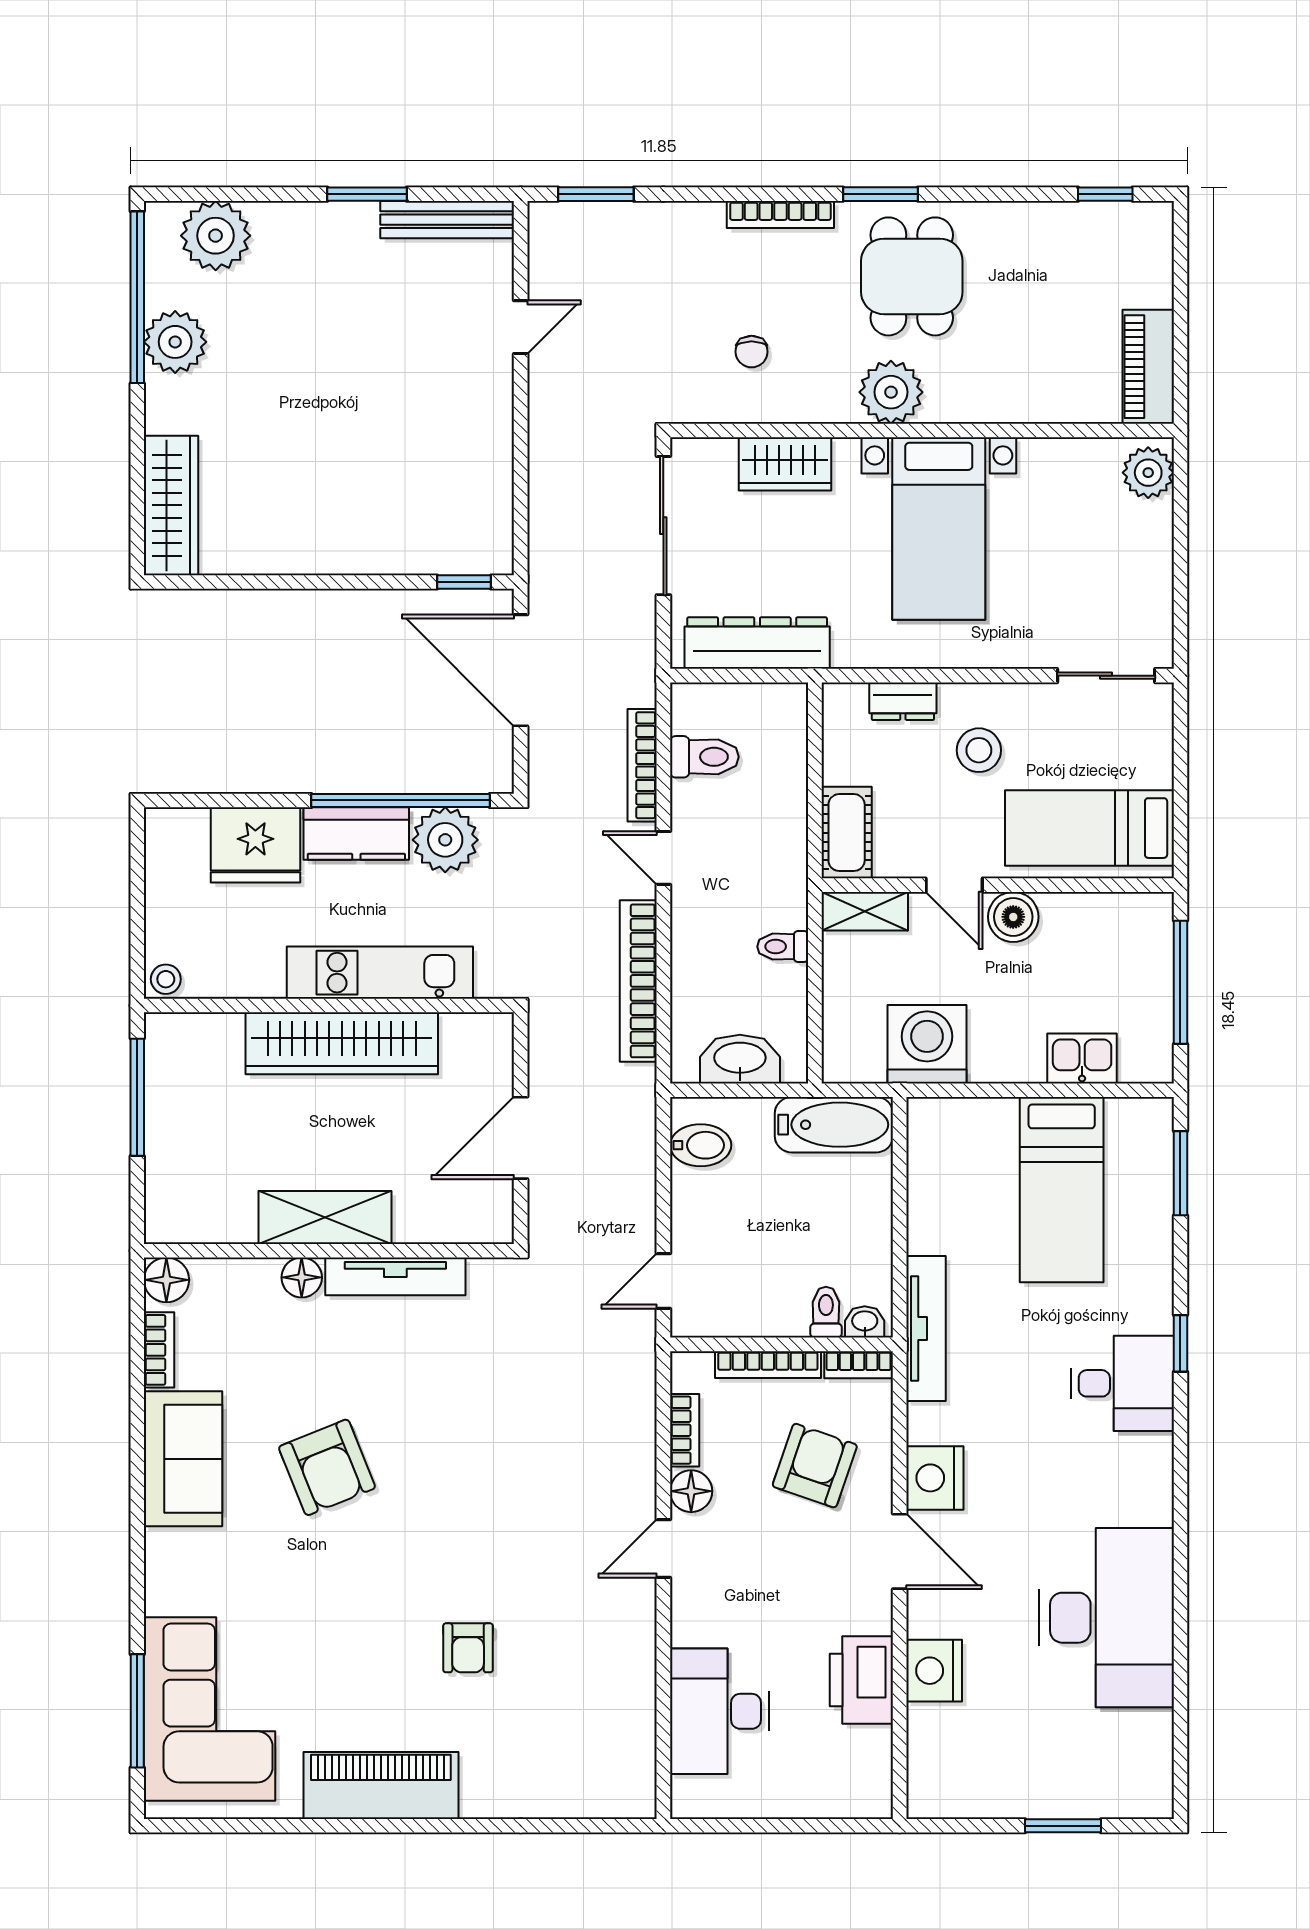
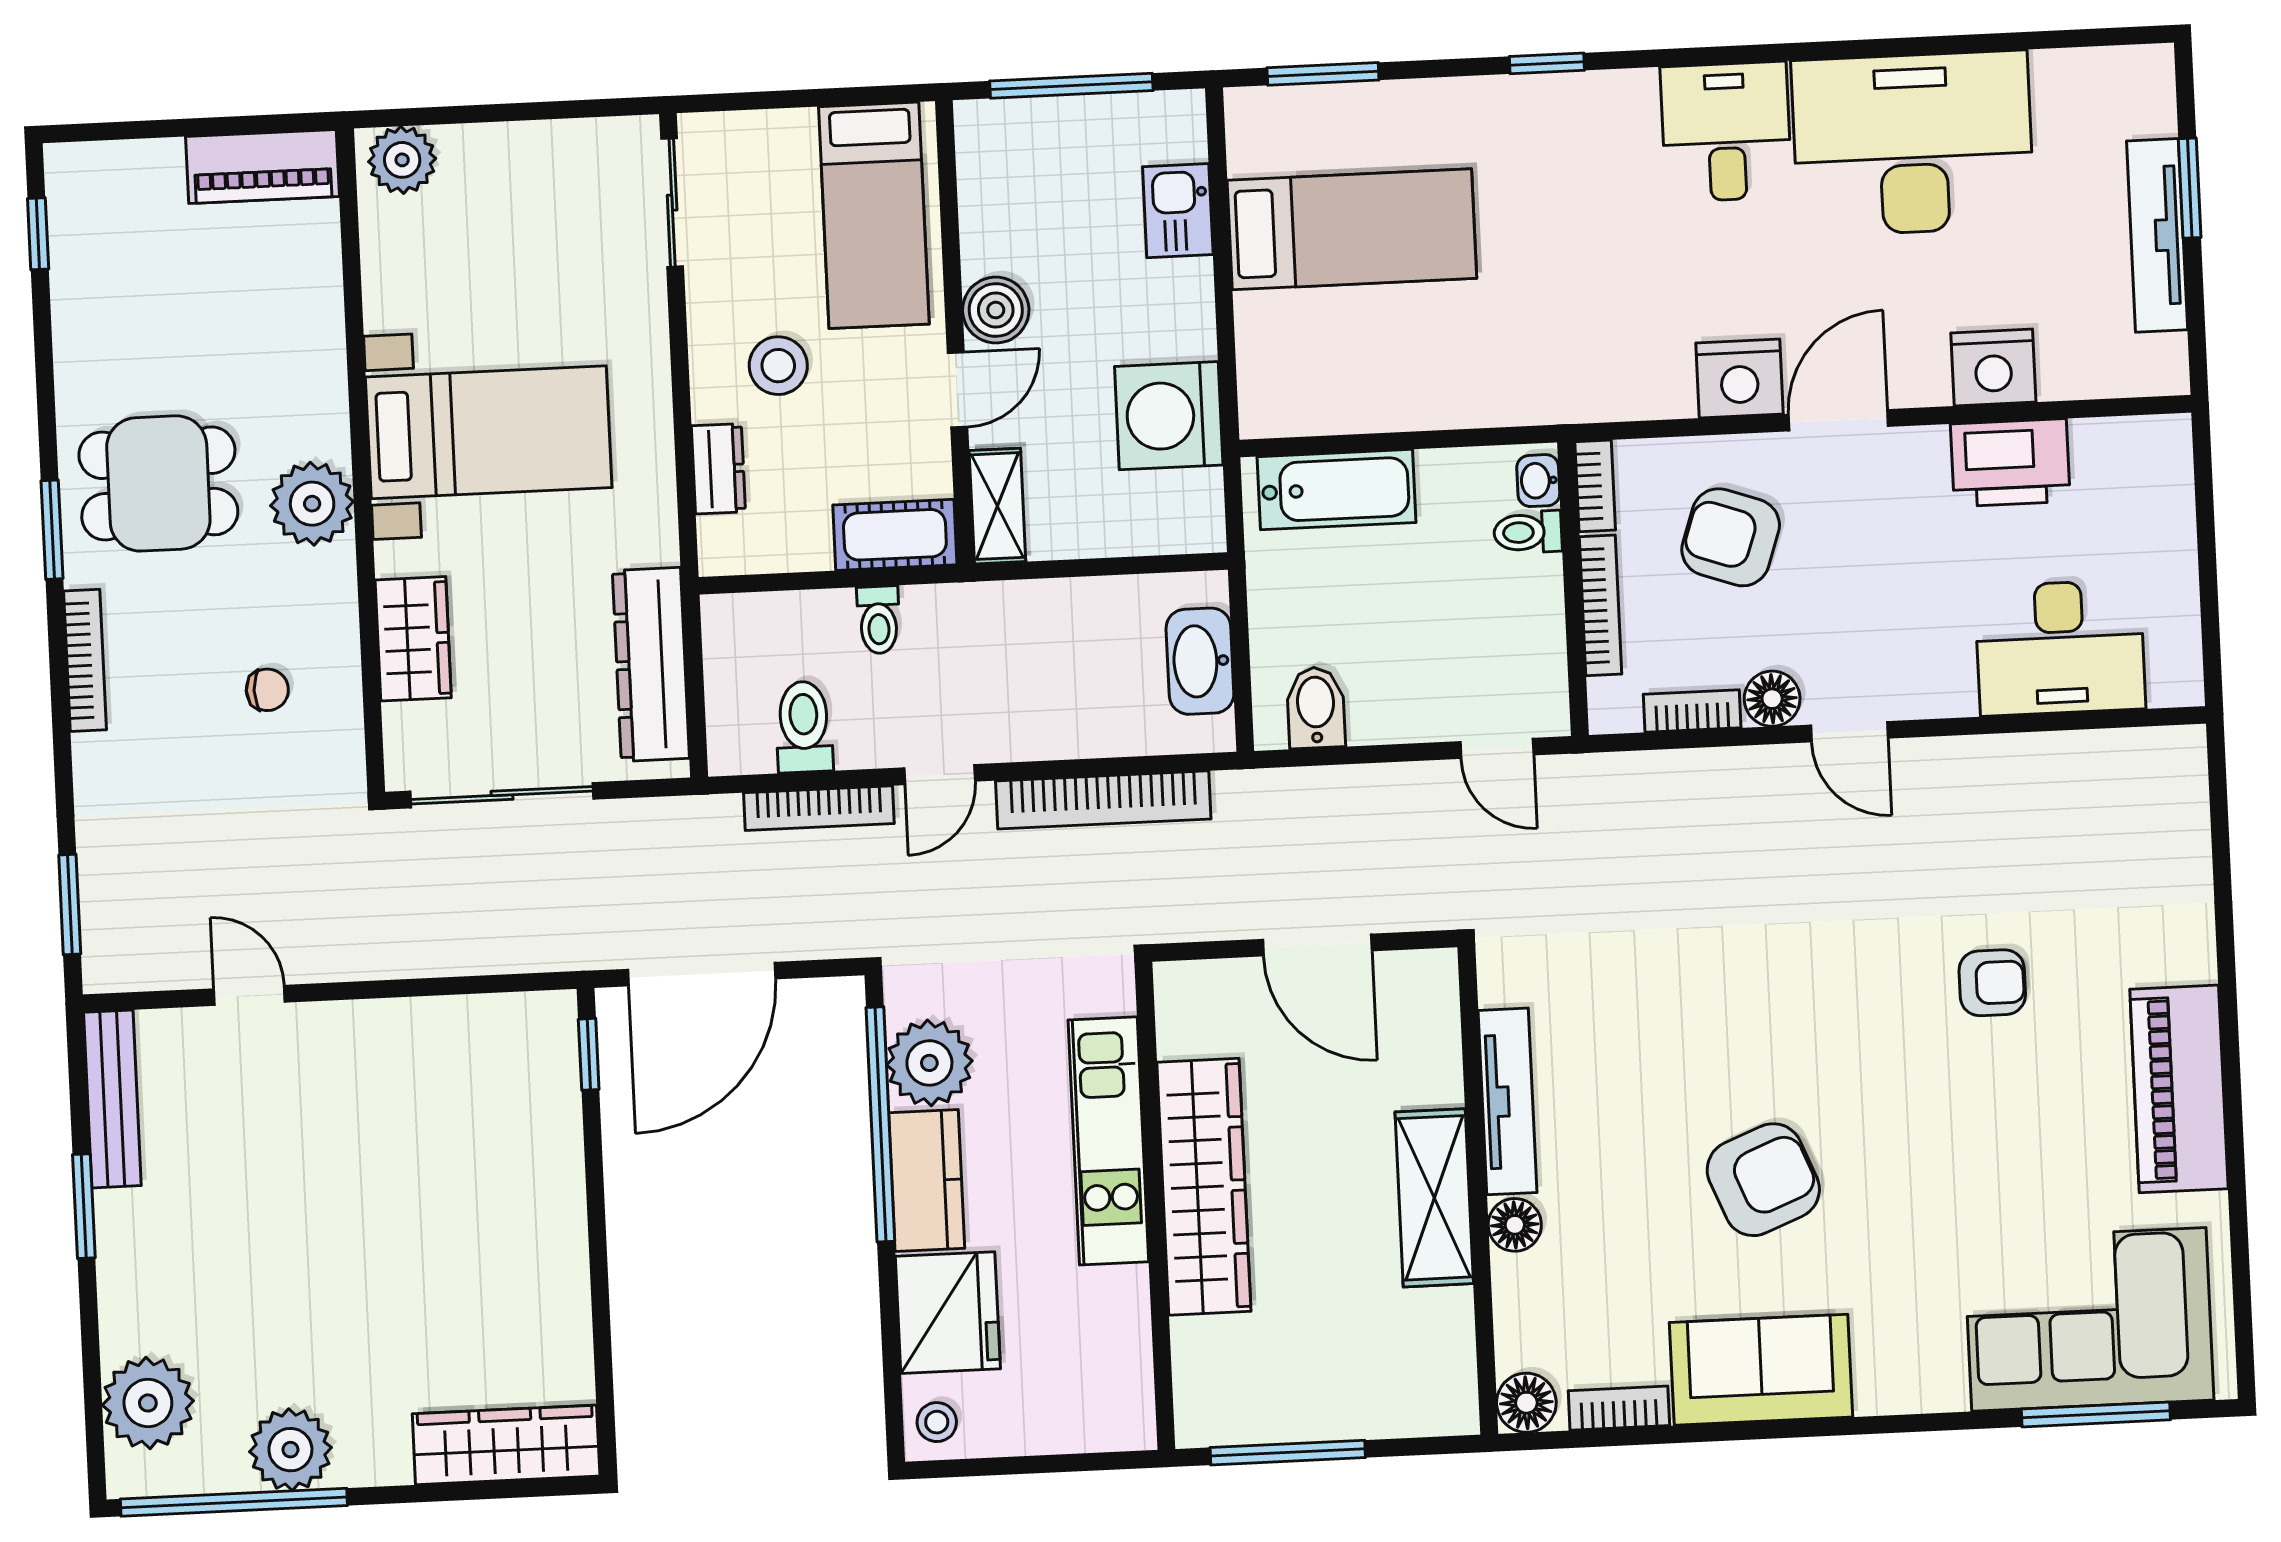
toilet: (783, 947) -> (879, 620), moved
stool: (166, 979) -> (937, 1422), moved
bathtub: (834, 1125) -> (1337, 490), moved, turned 90
tv unit: (926, 1329) -> (2157, 235), moved, turned -90
desk: (1122, 1383) -> (1726, 132), moved

